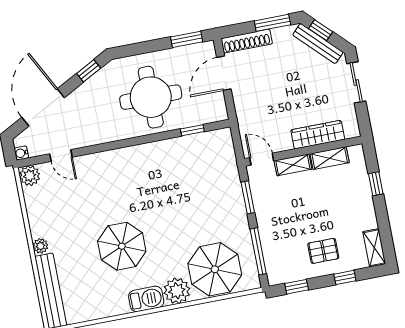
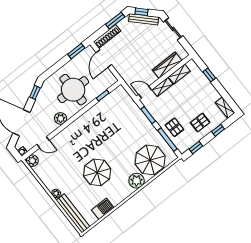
plant: (108, 132) -> (61, 118), added
pallet: (279, 238) -> (174, 127), added
barbecue: (146, 299) -> (103, 209), moved

